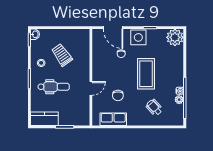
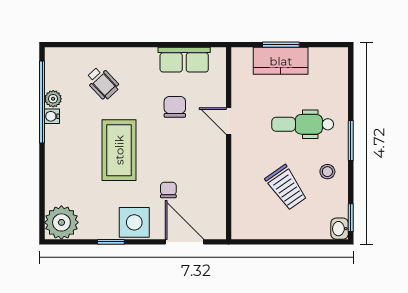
door: (91, 88) -> (229, 121), hinge flipped
kitchen counter: (44, 119) -> (281, 61), moved

